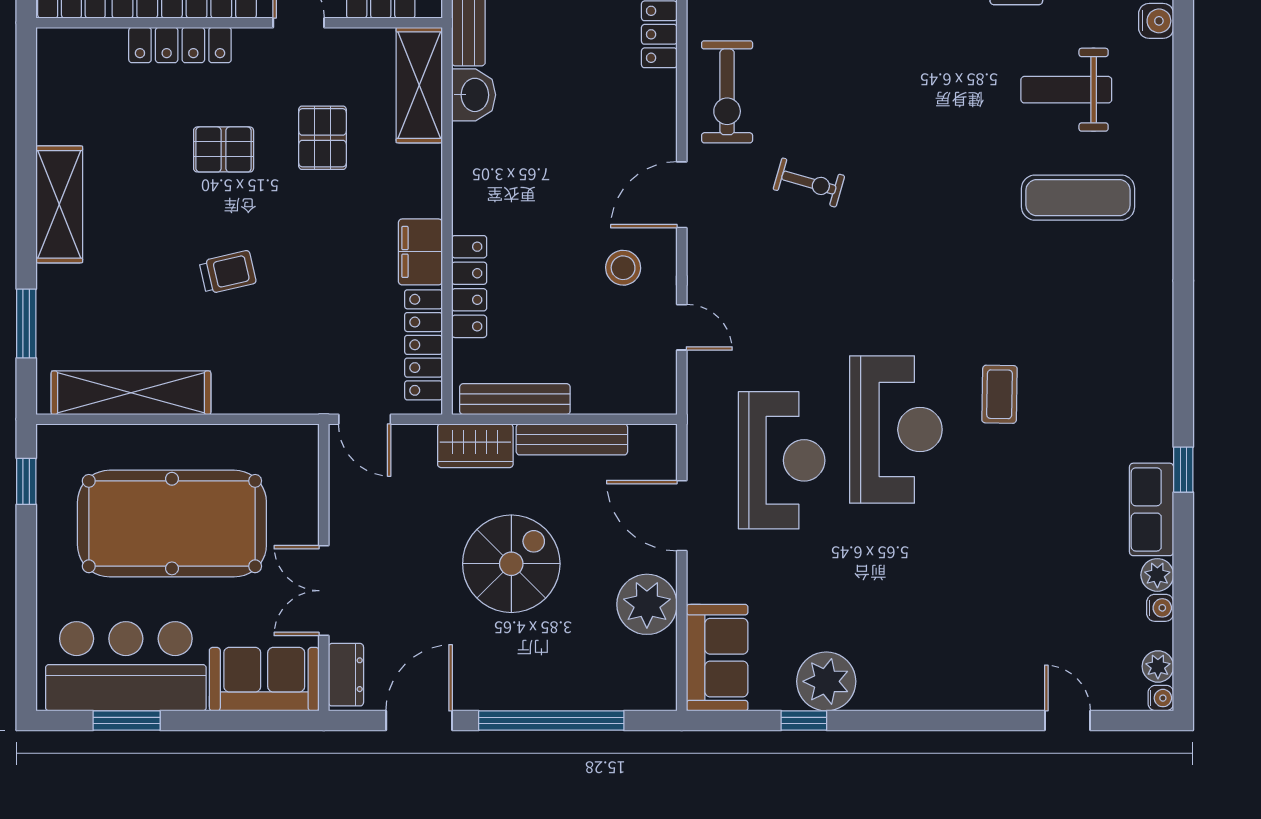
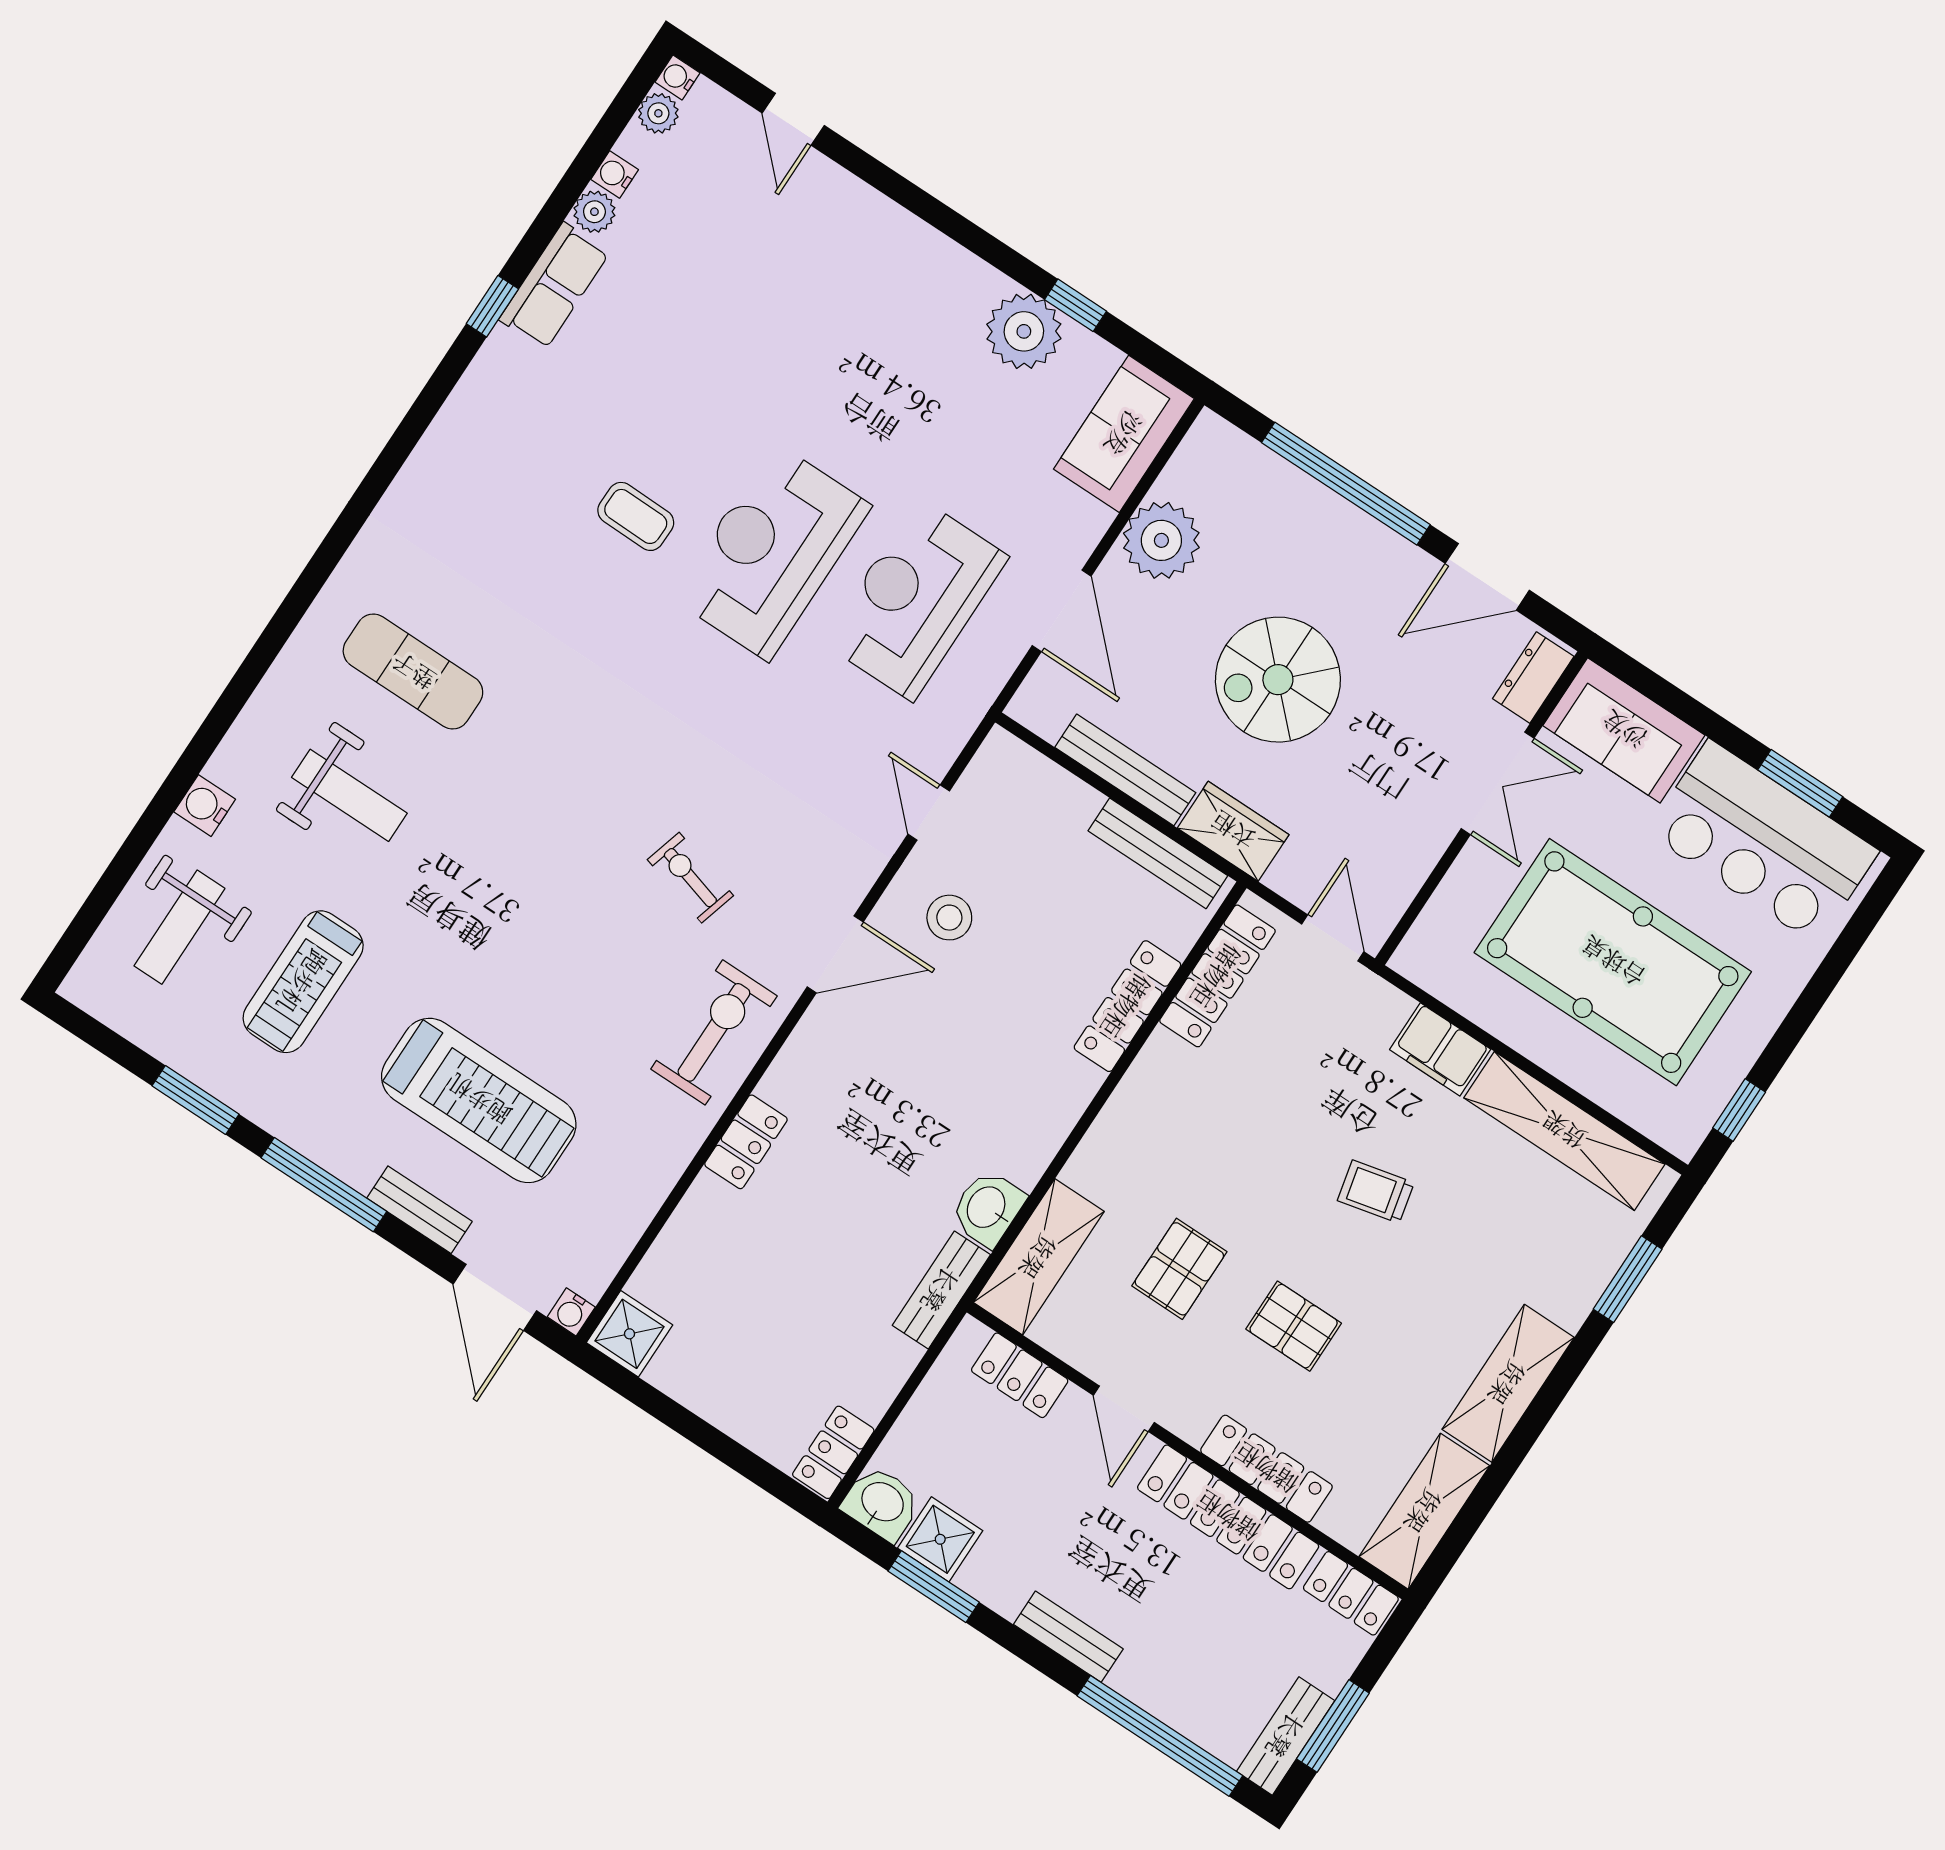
shelving: (59, 85) -> (1424, 1511), added
filing cabinet: (420, 252) -> (1440, 1049), moved, turned 90
coffee table: (1000, 394) -> (636, 516), turned 90

